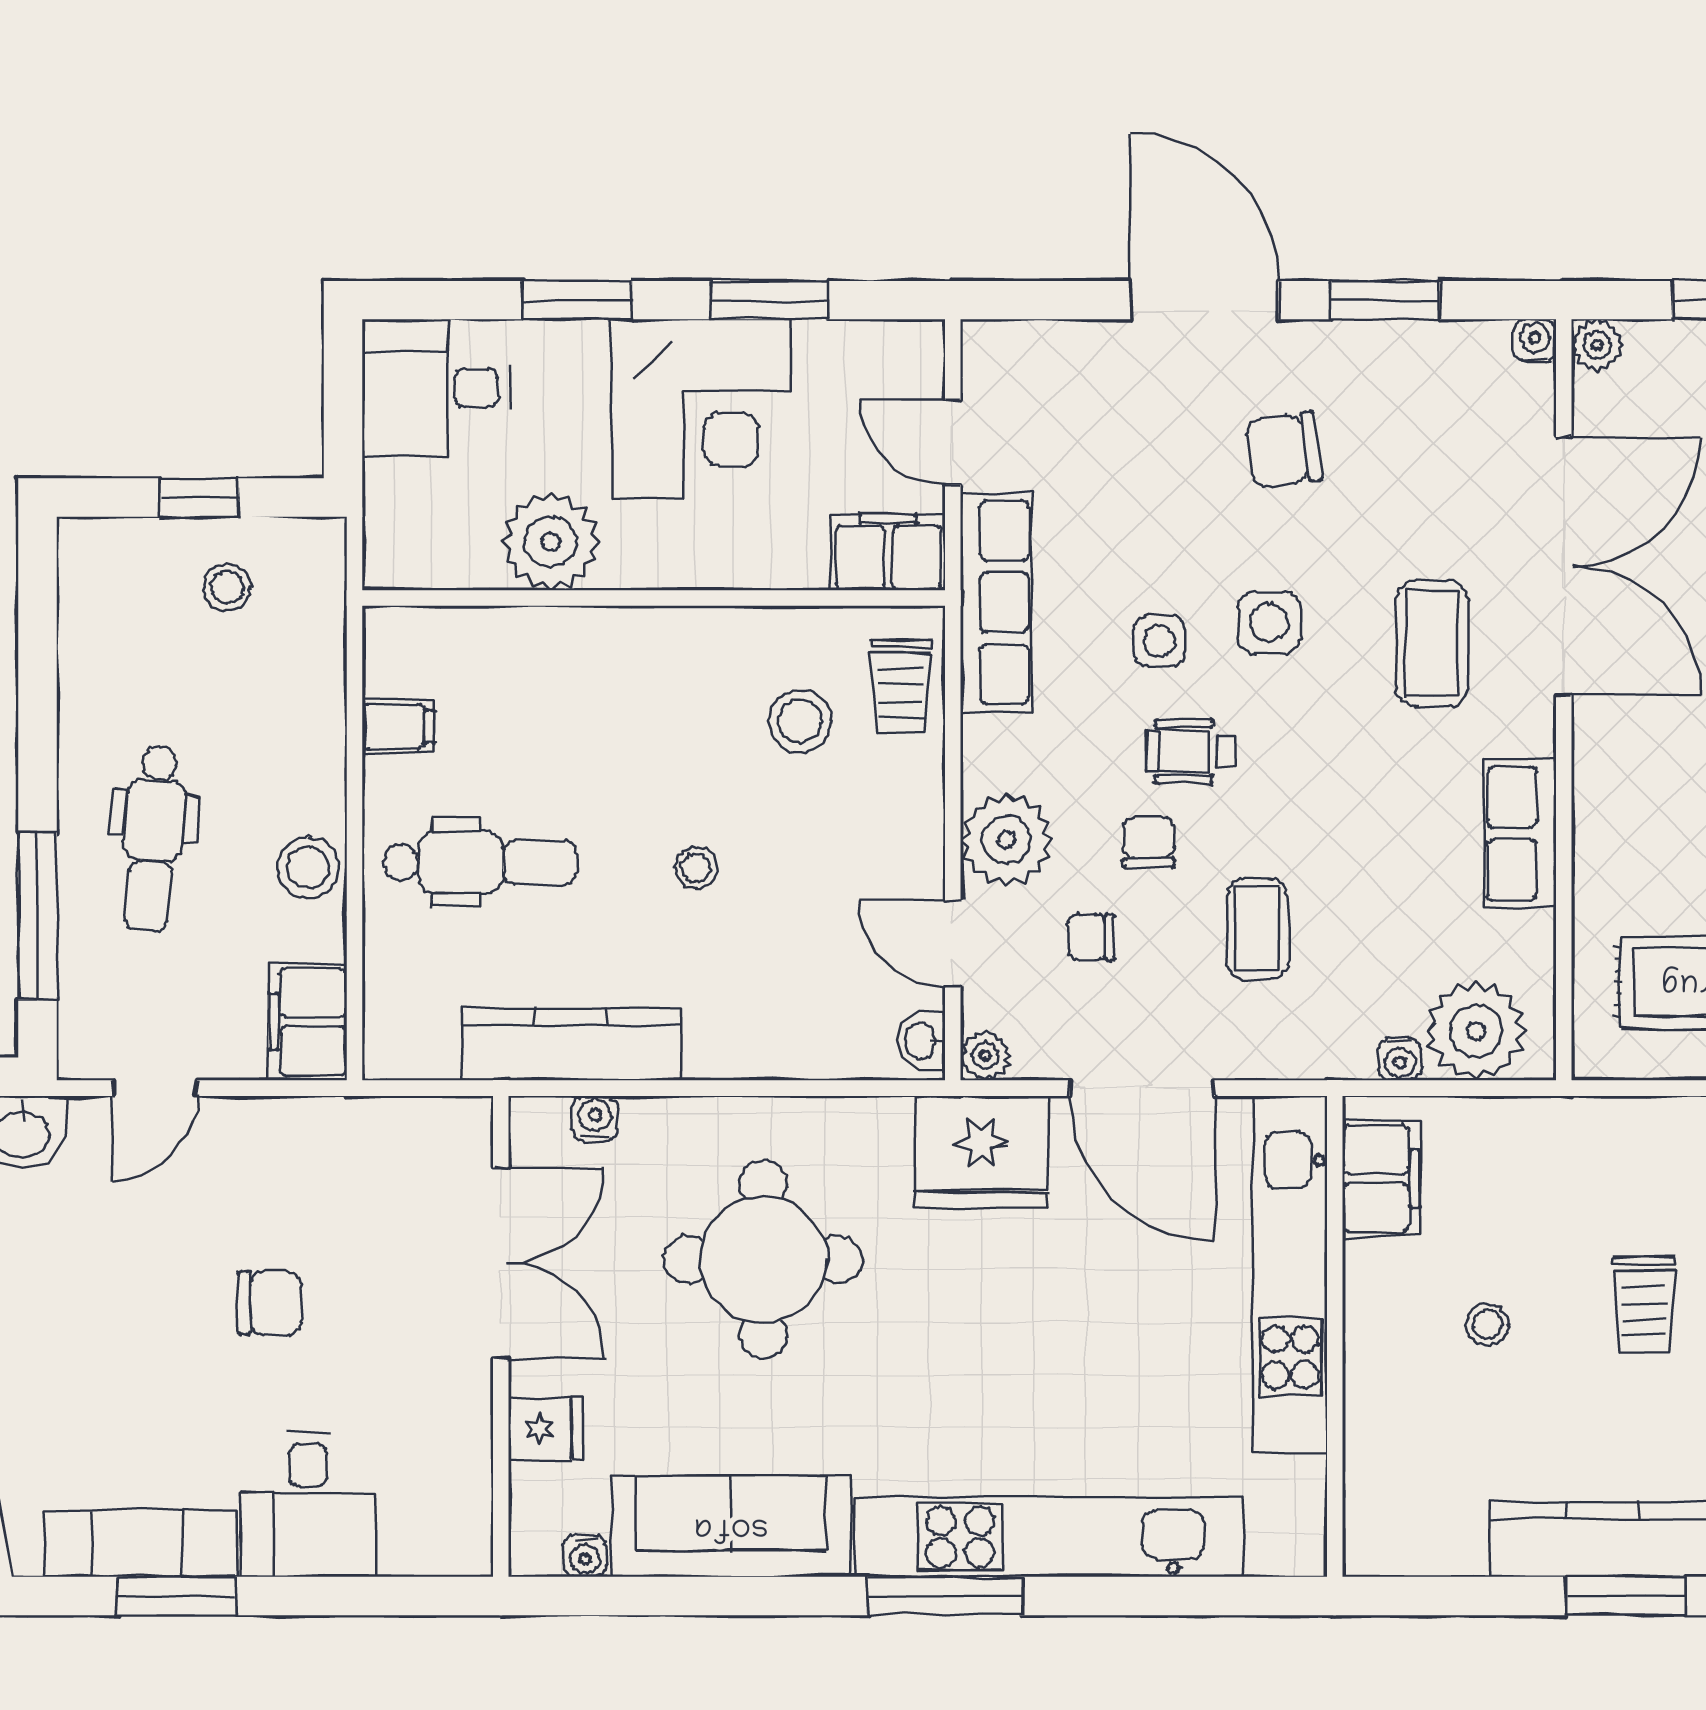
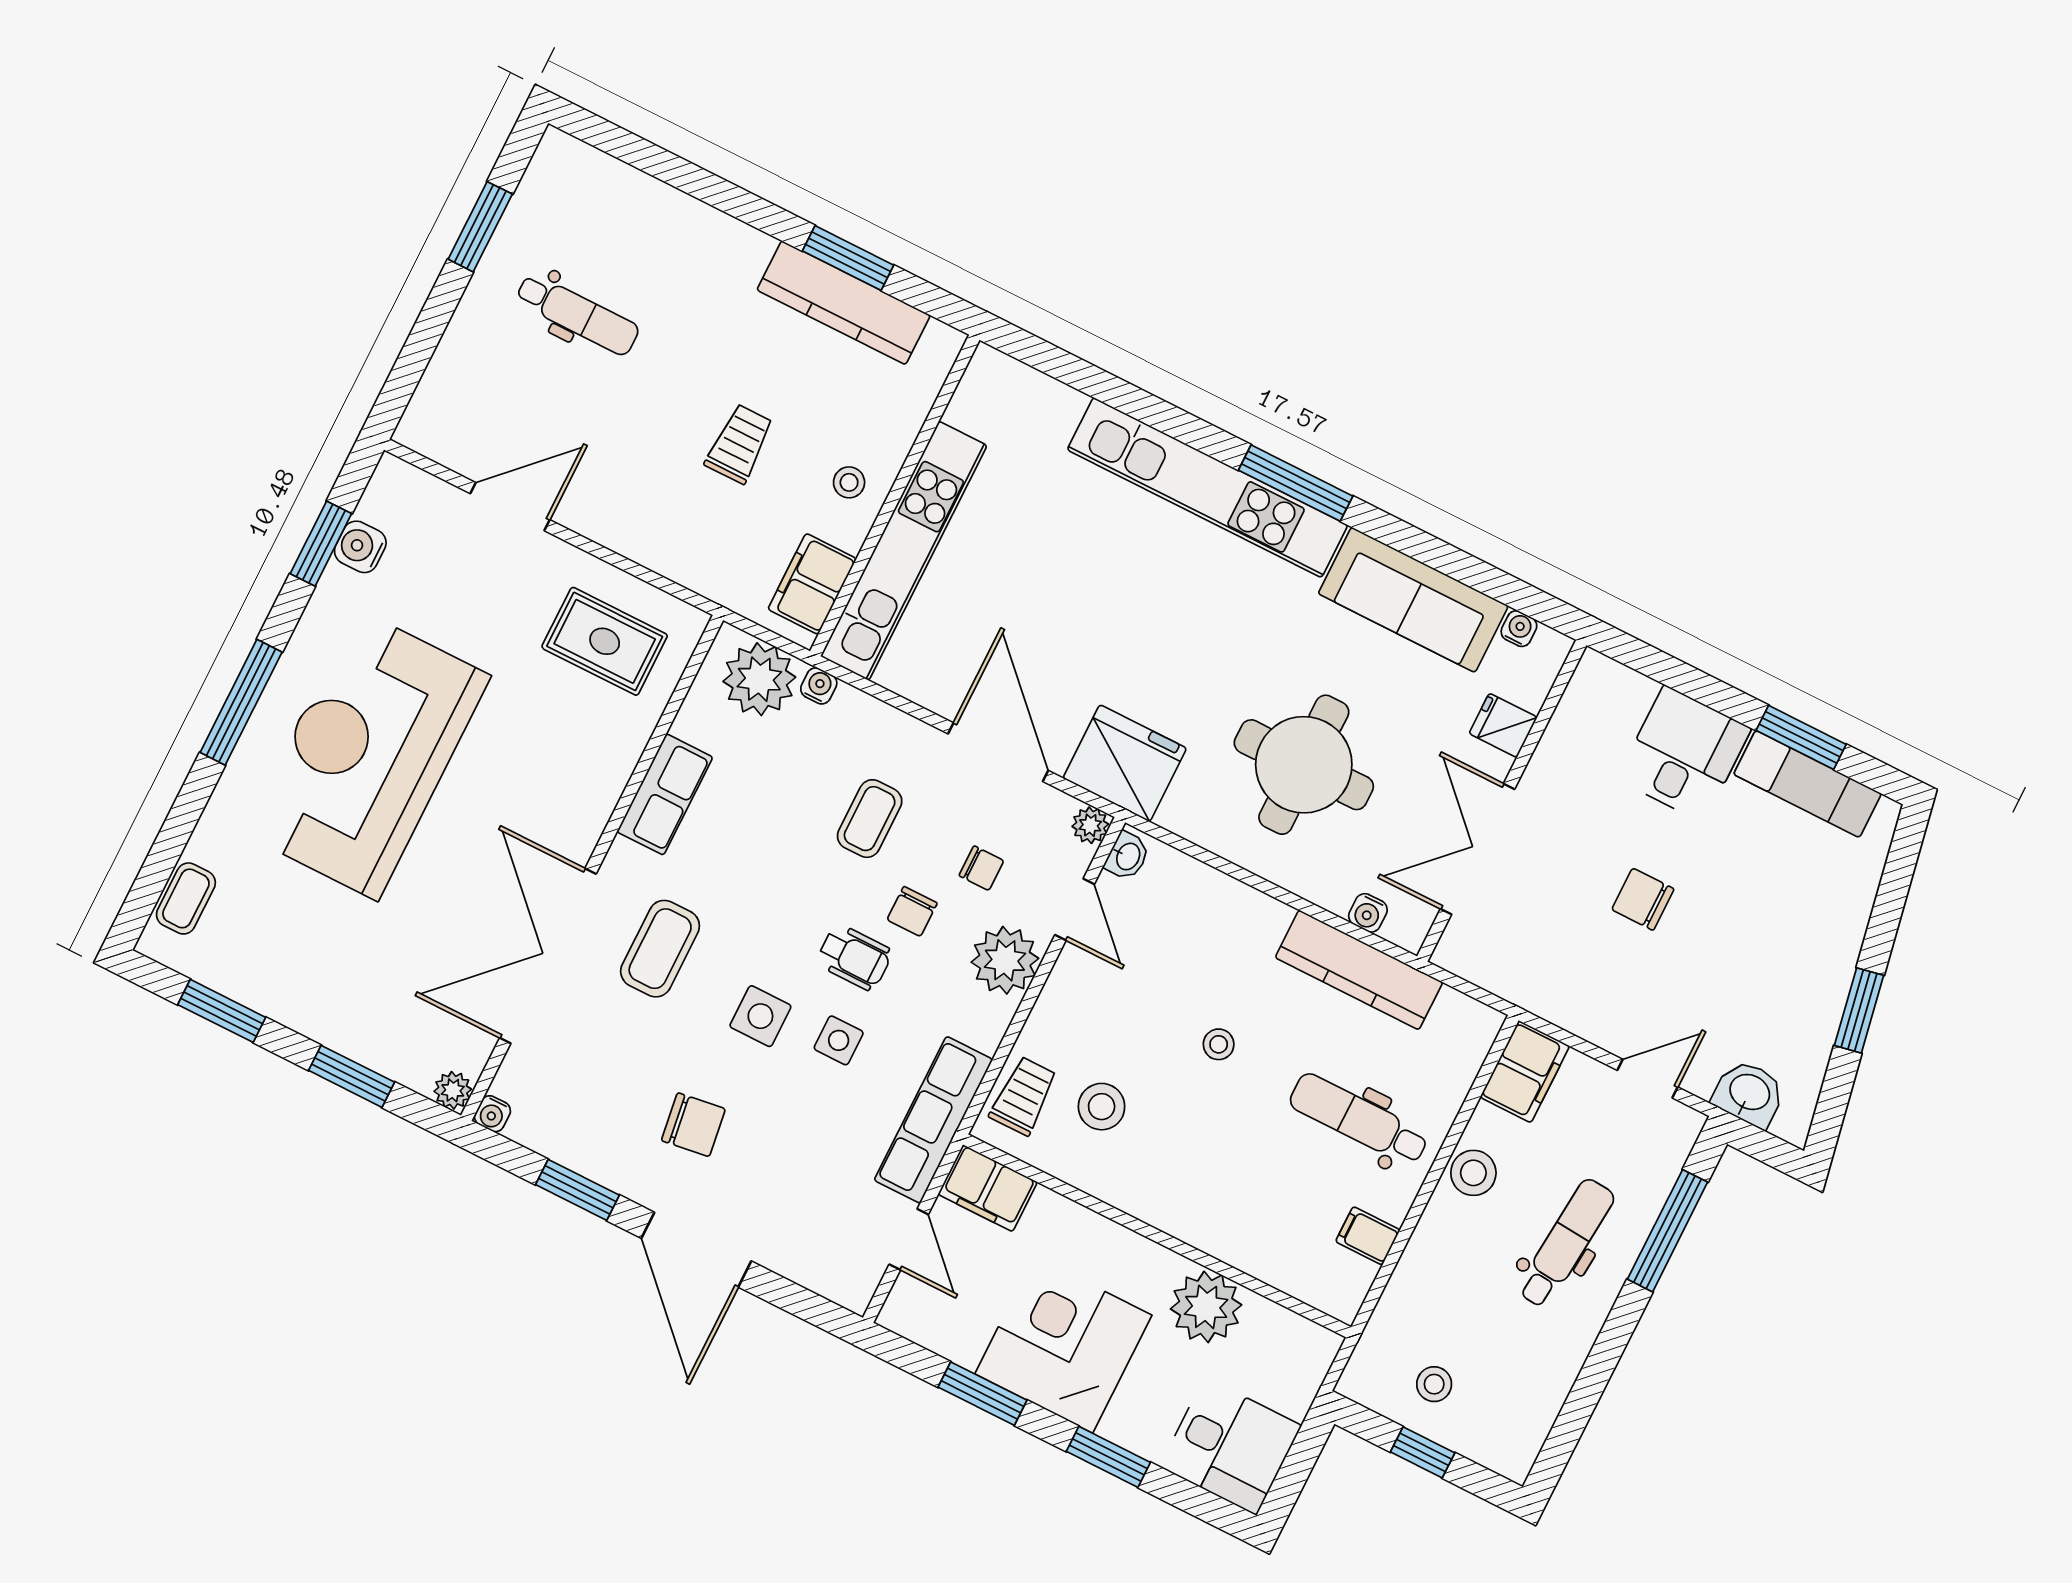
filing cabinet: (1381, 1179) -> (812, 584), moved
kitchen unit: (1290, 1275) -> (904, 551), moved
wall: (1335, 1336) -> (895, 496), moved

